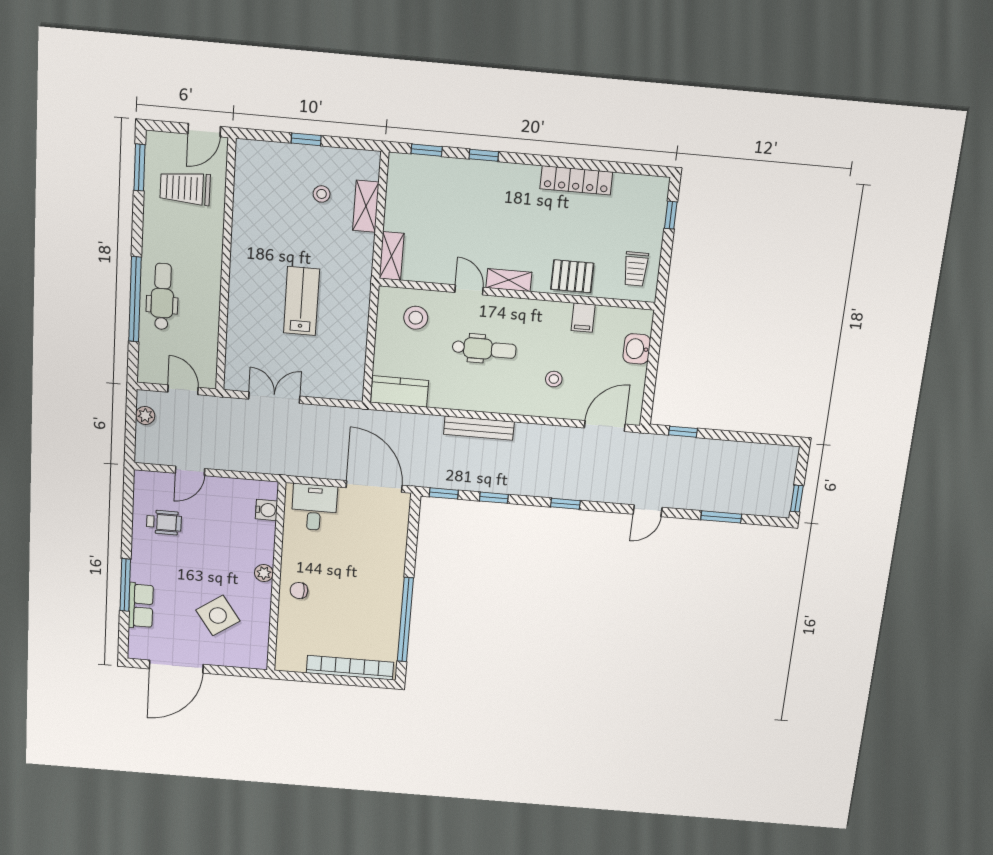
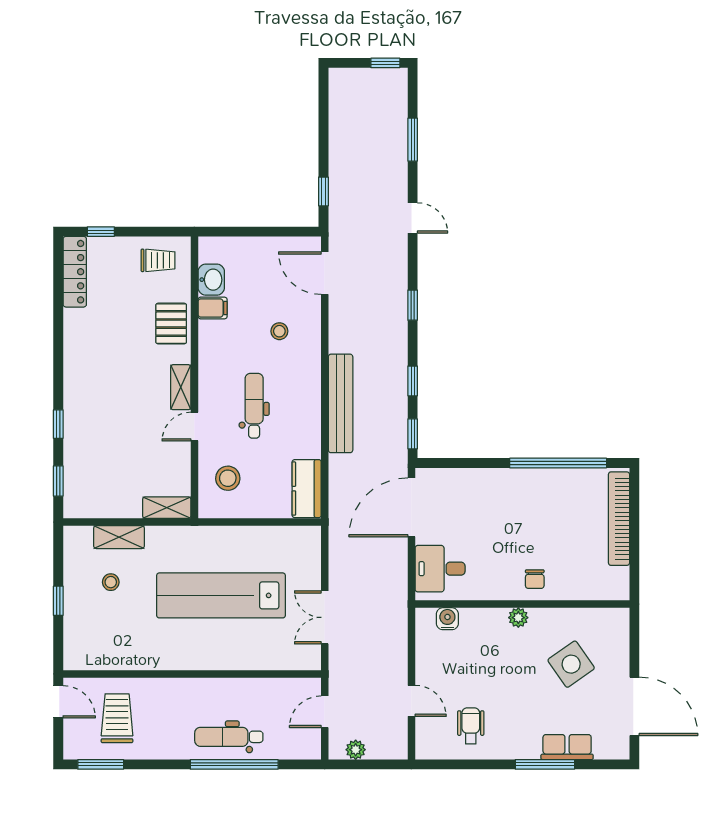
locker: (576, 180) -> (75, 272), moved
trolley: (185, 188) -> (117, 718), turned 180
lab bench: (302, 301) -> (221, 595), width x1.86, depth x1.39
washbasin: (637, 349) -> (211, 280), moved, turned -90
bench: (479, 428) -> (341, 403), width x1.37, depth x1.21

